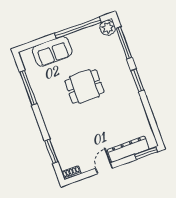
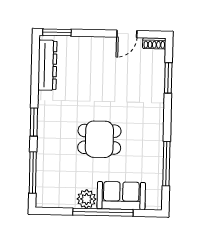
window: (78, 28) -> (103, 212), moved
plant: (108, 28) -> (86, 199), moved
dresser: (128, 149) -> (47, 65), moved, turned -90
door: (104, 168) -> (127, 34), moved

